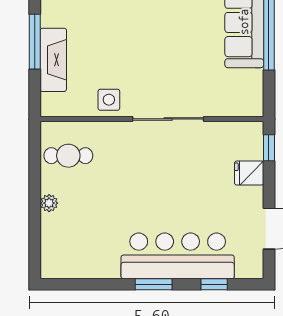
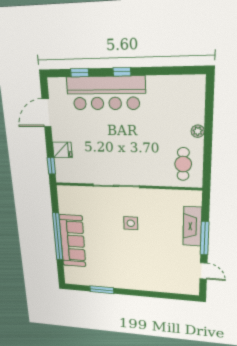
side table: (109, 100) -> (131, 223), moved
cafe table: (68, 156) -> (183, 164), turned 90
window: (154, 284) -> (122, 72), width x0.67

